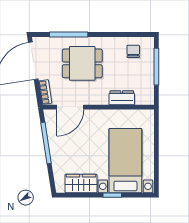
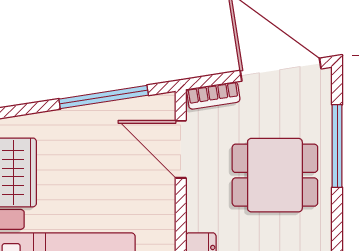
dining table: (82, 63) -> (275, 175), turned 90

